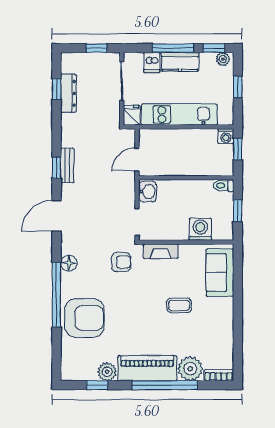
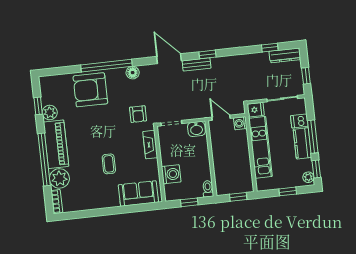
dresser: (68, 93) -> (285, 55), moved
washing machine: (226, 136) -> (240, 123), moved
bench: (67, 166) -> (197, 64), moved
armchair: (84, 318) -> (90, 90), turned 90

